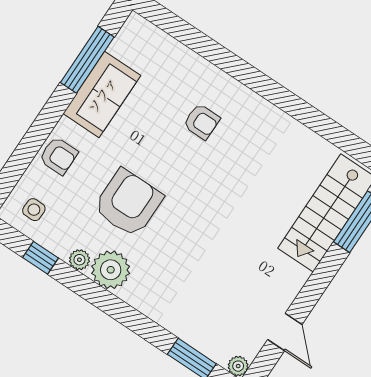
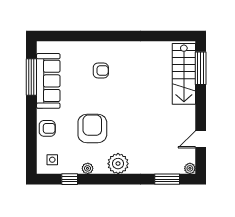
sofa: (102, 95) -> (48, 81), width x1.36
plant: (111, 270) -> (118, 164), moved
door: (285, 332) -> (201, 139), swing flipped

